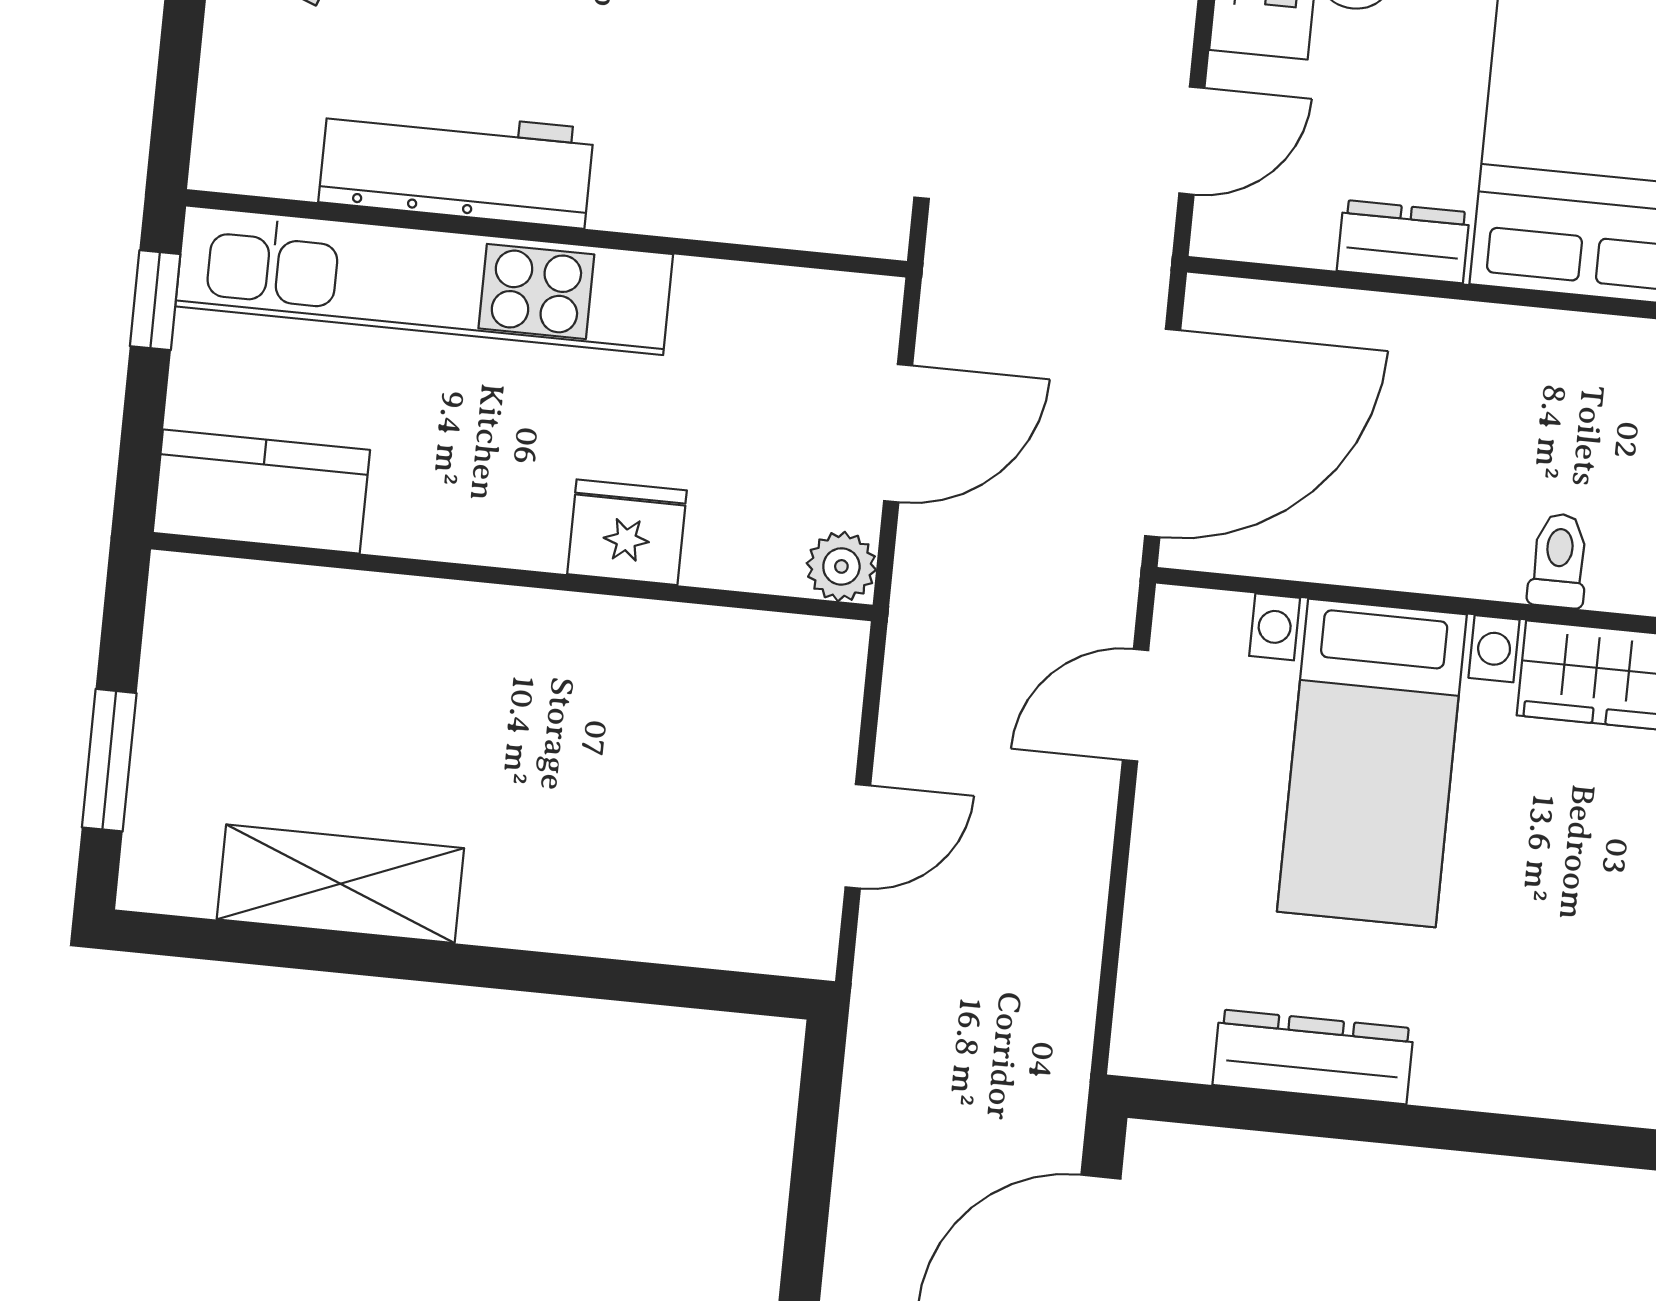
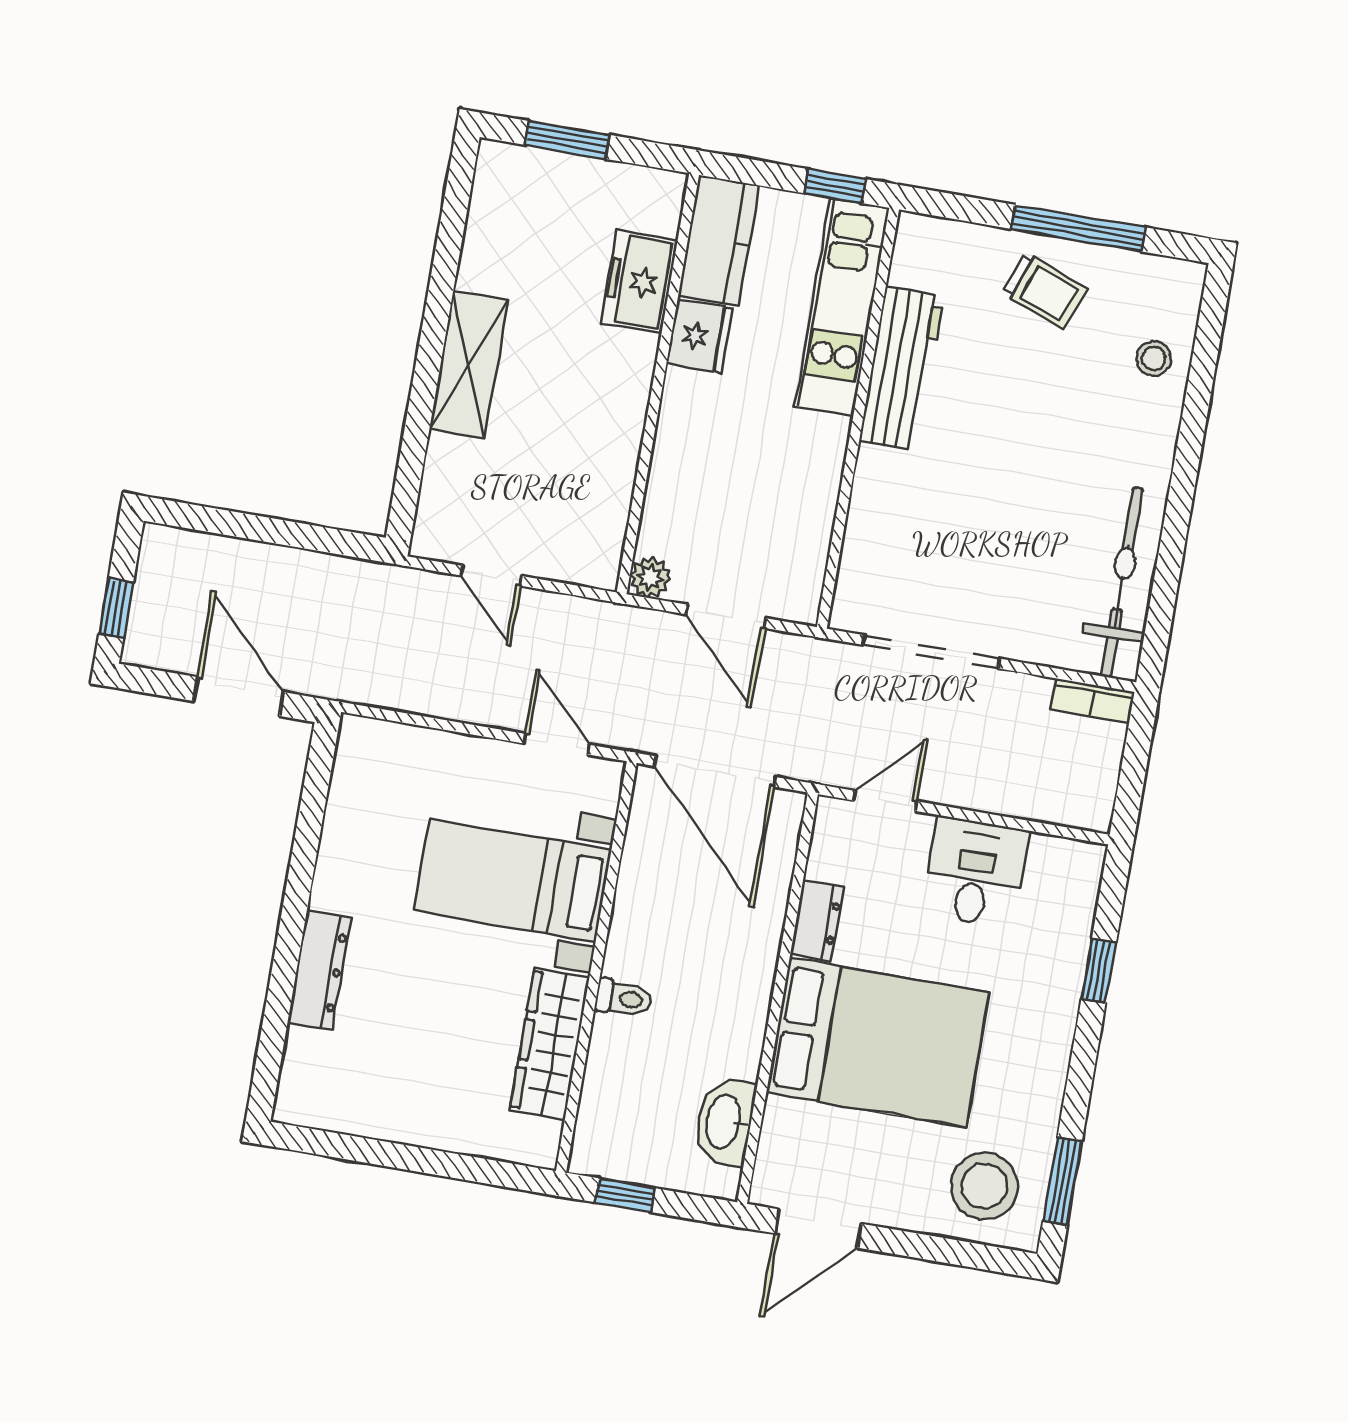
door: (1192, 141) -> (885, 801), swing flipped
kitchen unit: (424, 280) -> (842, 307), width x0.73
fridge: (627, 532) -> (699, 336), moved
freezer: (341, 621) -> (639, 282), added
shelving: (340, 884) -> (469, 365), moved
dresser: (1313, 1057) -> (319, 970), moved

